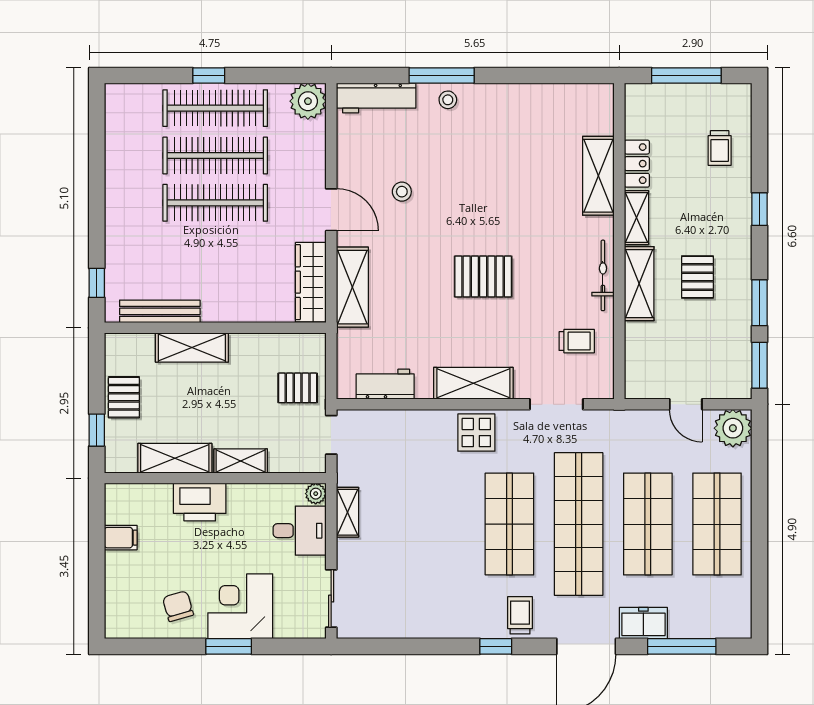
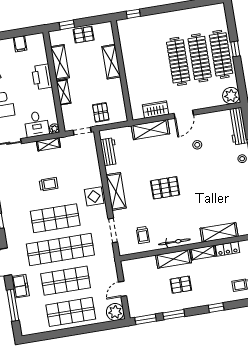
pallet: (483, 276) -> (165, 188), turned 90
wardrobe: (311, 282) -> (156, 109), width x0.67
bench: (160, 311) -> (125, 44), removed
trolley: (520, 615) -> (48, 184), moved

